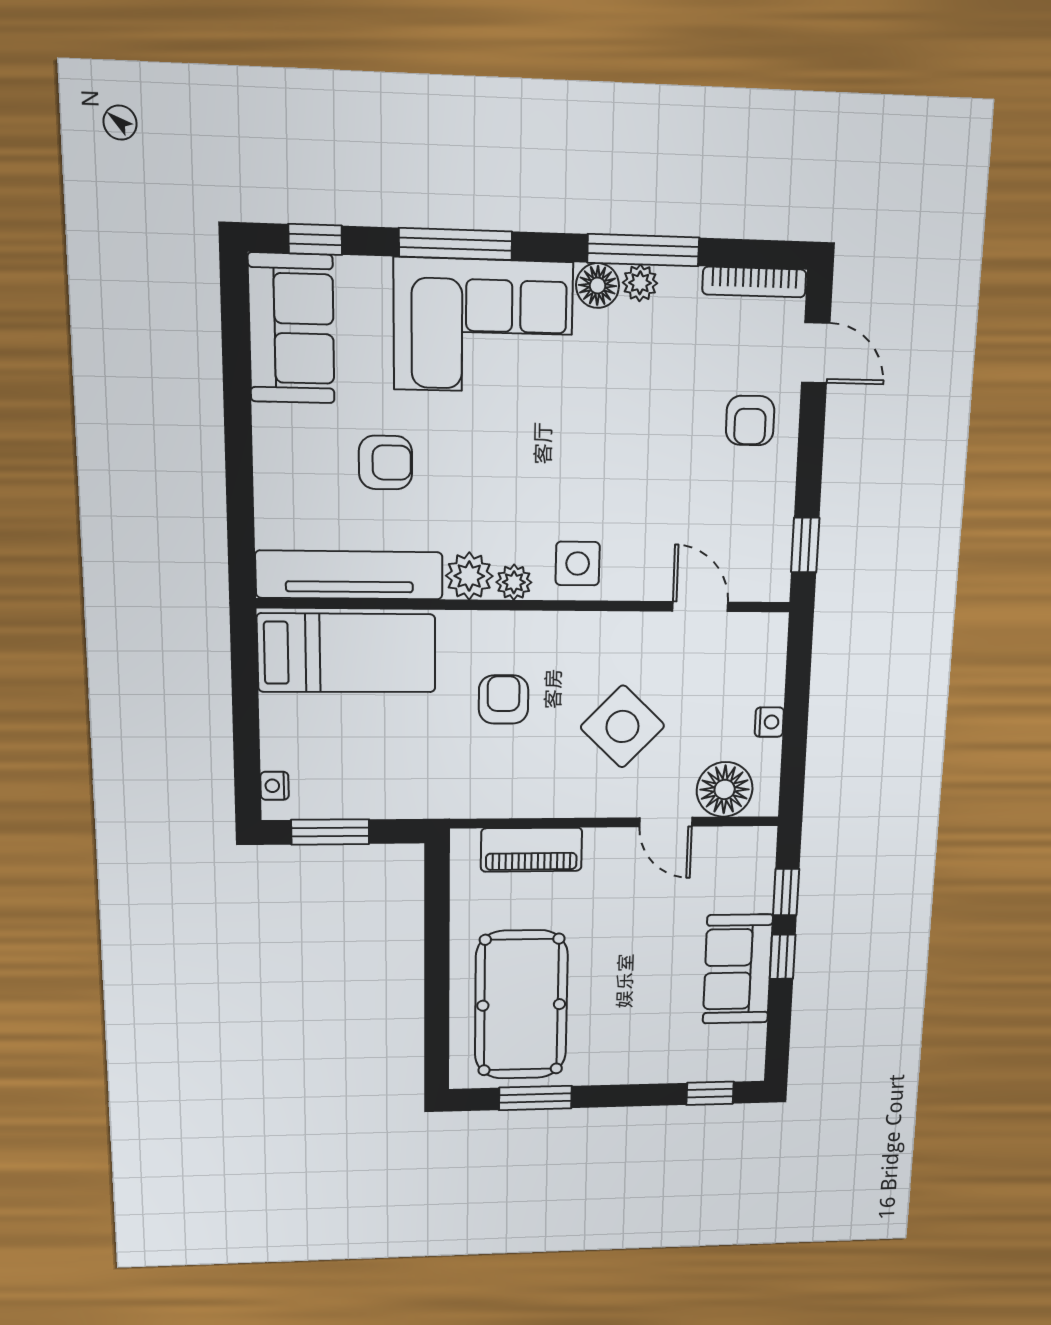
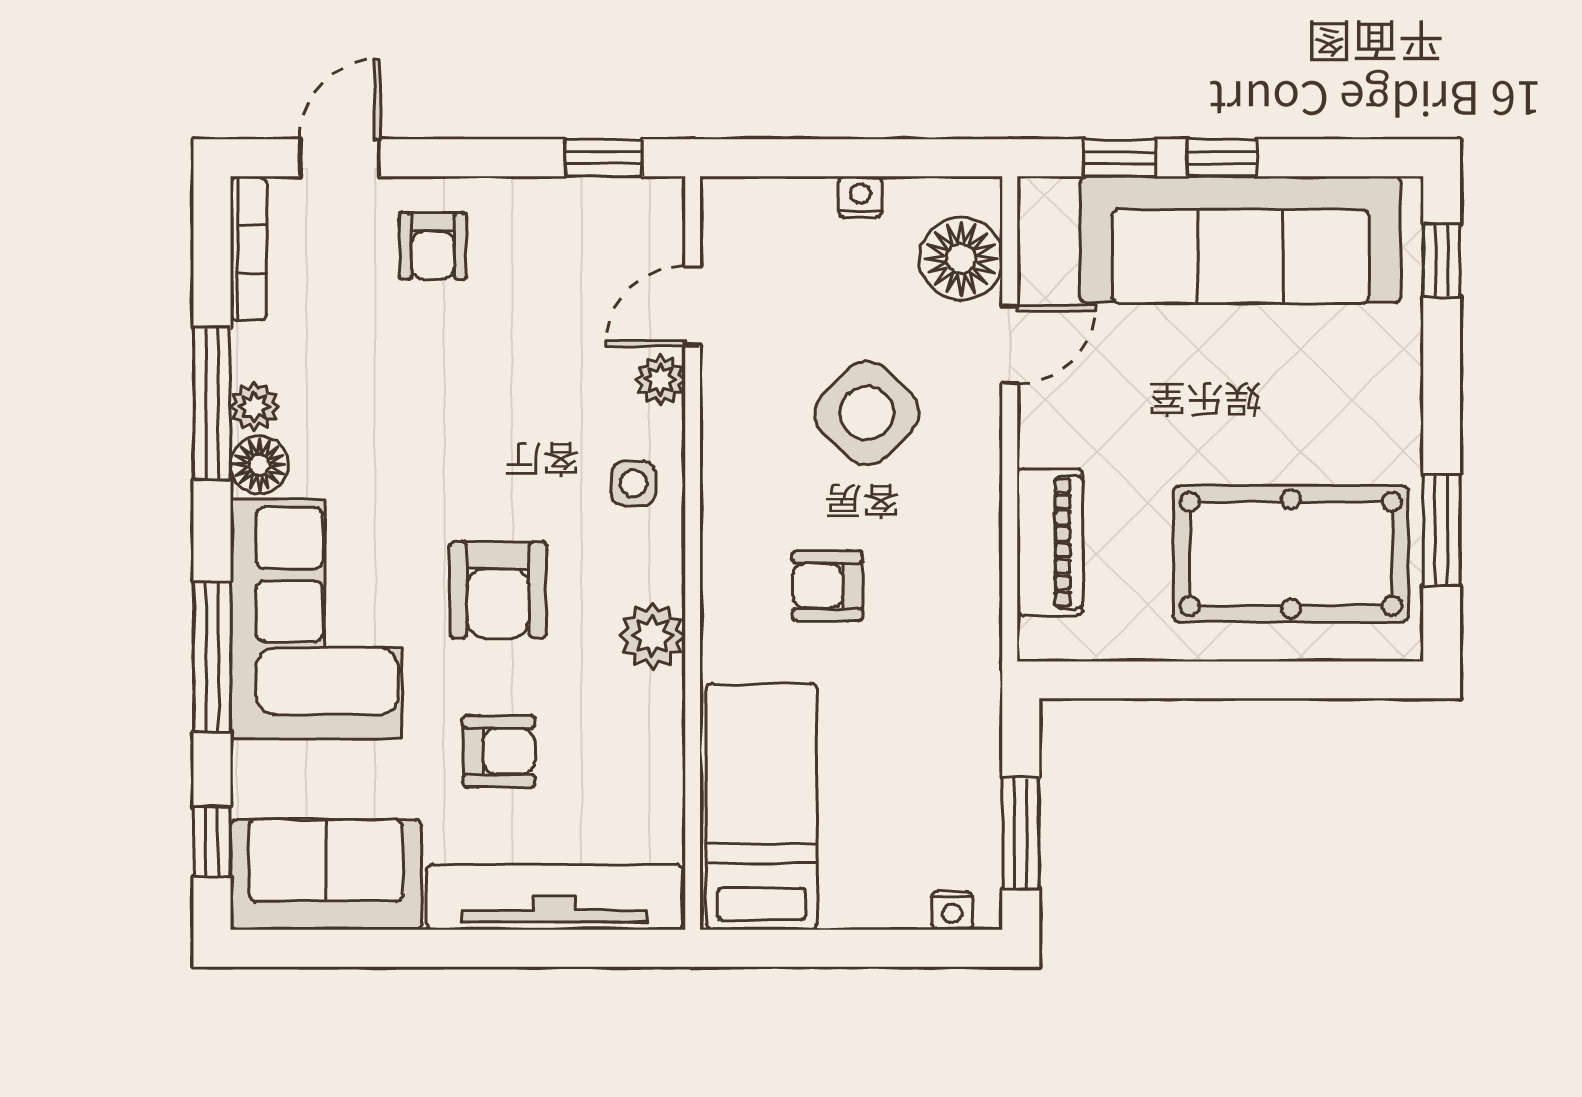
armchair: (750, 421) -> (433, 246), turned 90
armchair: (385, 462) -> (499, 751), turned 90
armchair: (503, 464) -> (498, 590), added
side table: (578, 564) -> (633, 483), width x0.73, depth x0.73
tv unit: (349, 575) -> (554, 897), moved, turned 90
plant: (514, 582) -> (660, 380), moved
sofa: (738, 969) -> (1240, 240), width x1.85, depth x1.27

